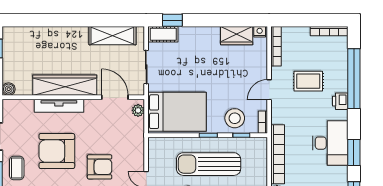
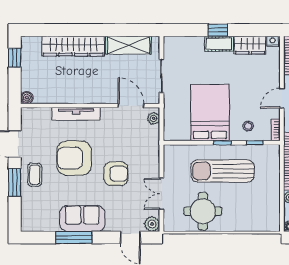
window: (172, 20) -> (218, 30), moved
cot: (163, 34) -> (219, 44), moved
wardrobe: (65, 85) -> (73, 46), moved, turned 180
bed: (177, 112) -> (210, 113), moved, turned -90
stool: (235, 118) -> (248, 126), width x0.53, depth x0.53

